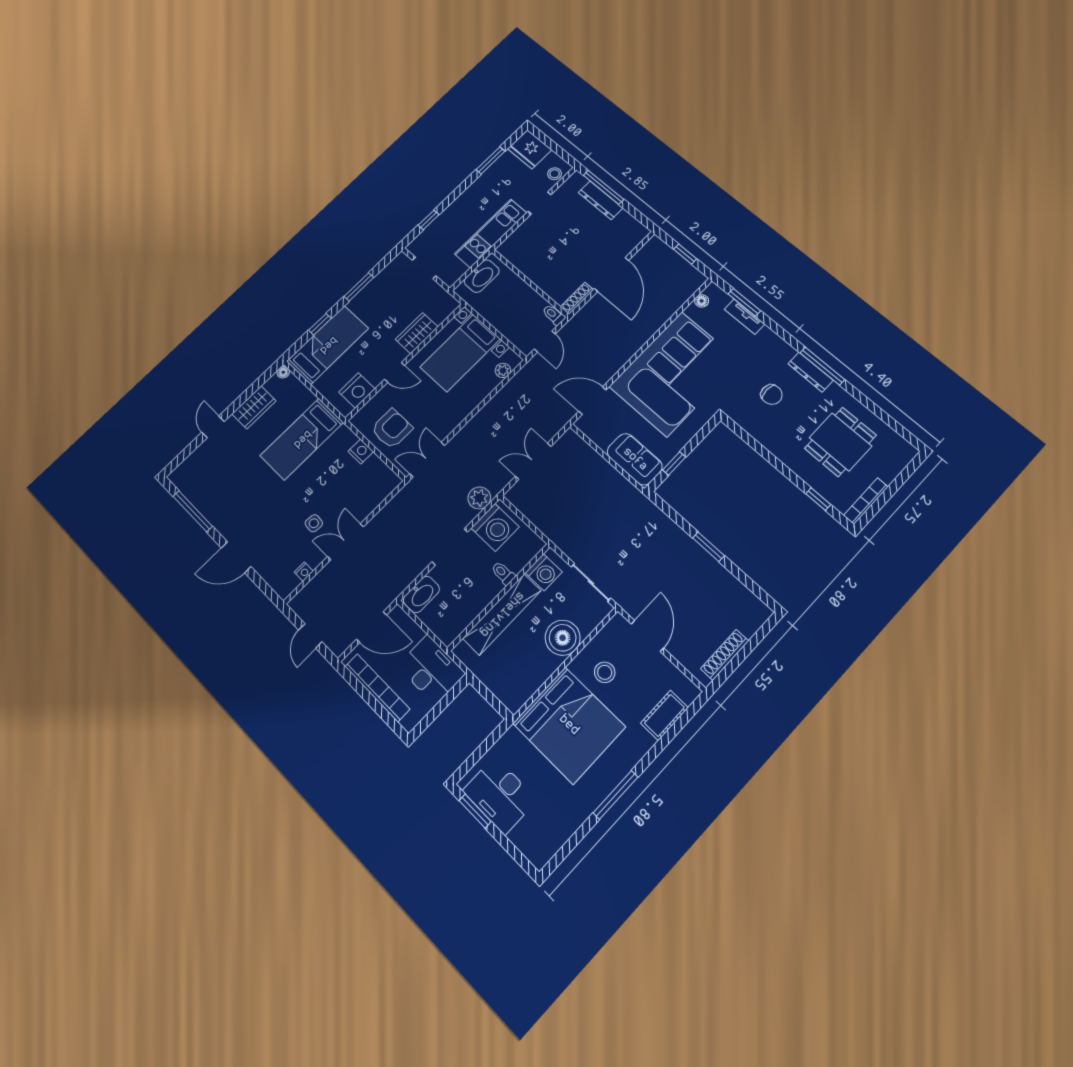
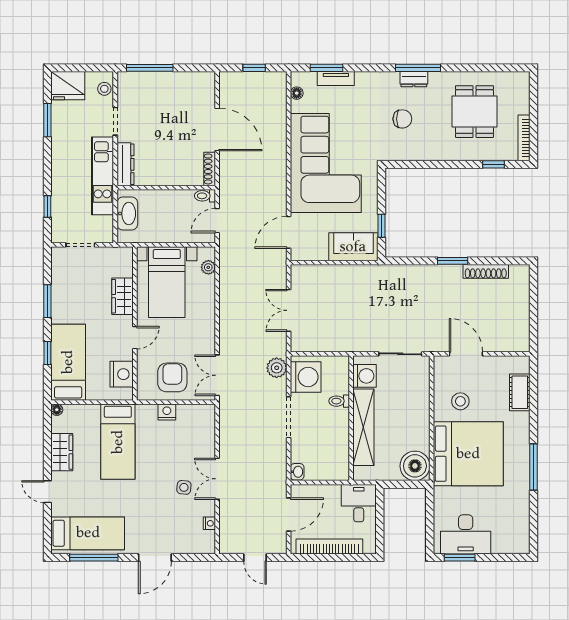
dresser: (601, 200) -> (126, 164), moved, turned -90
door: (545, 342) -> (217, 221), swing flipped
dresser: (811, 372) -> (414, 79), width x0.70
bed: (208, 488) -> (88, 533), added
washbasin: (421, 594) -> (297, 472), width x0.52, depth x0.69
boiler: (563, 638) -> (415, 466), moved
shoe rack: (725, 655) -> (486, 271), moved, turned -90
desk: (431, 670) -> (359, 503), width x0.73

